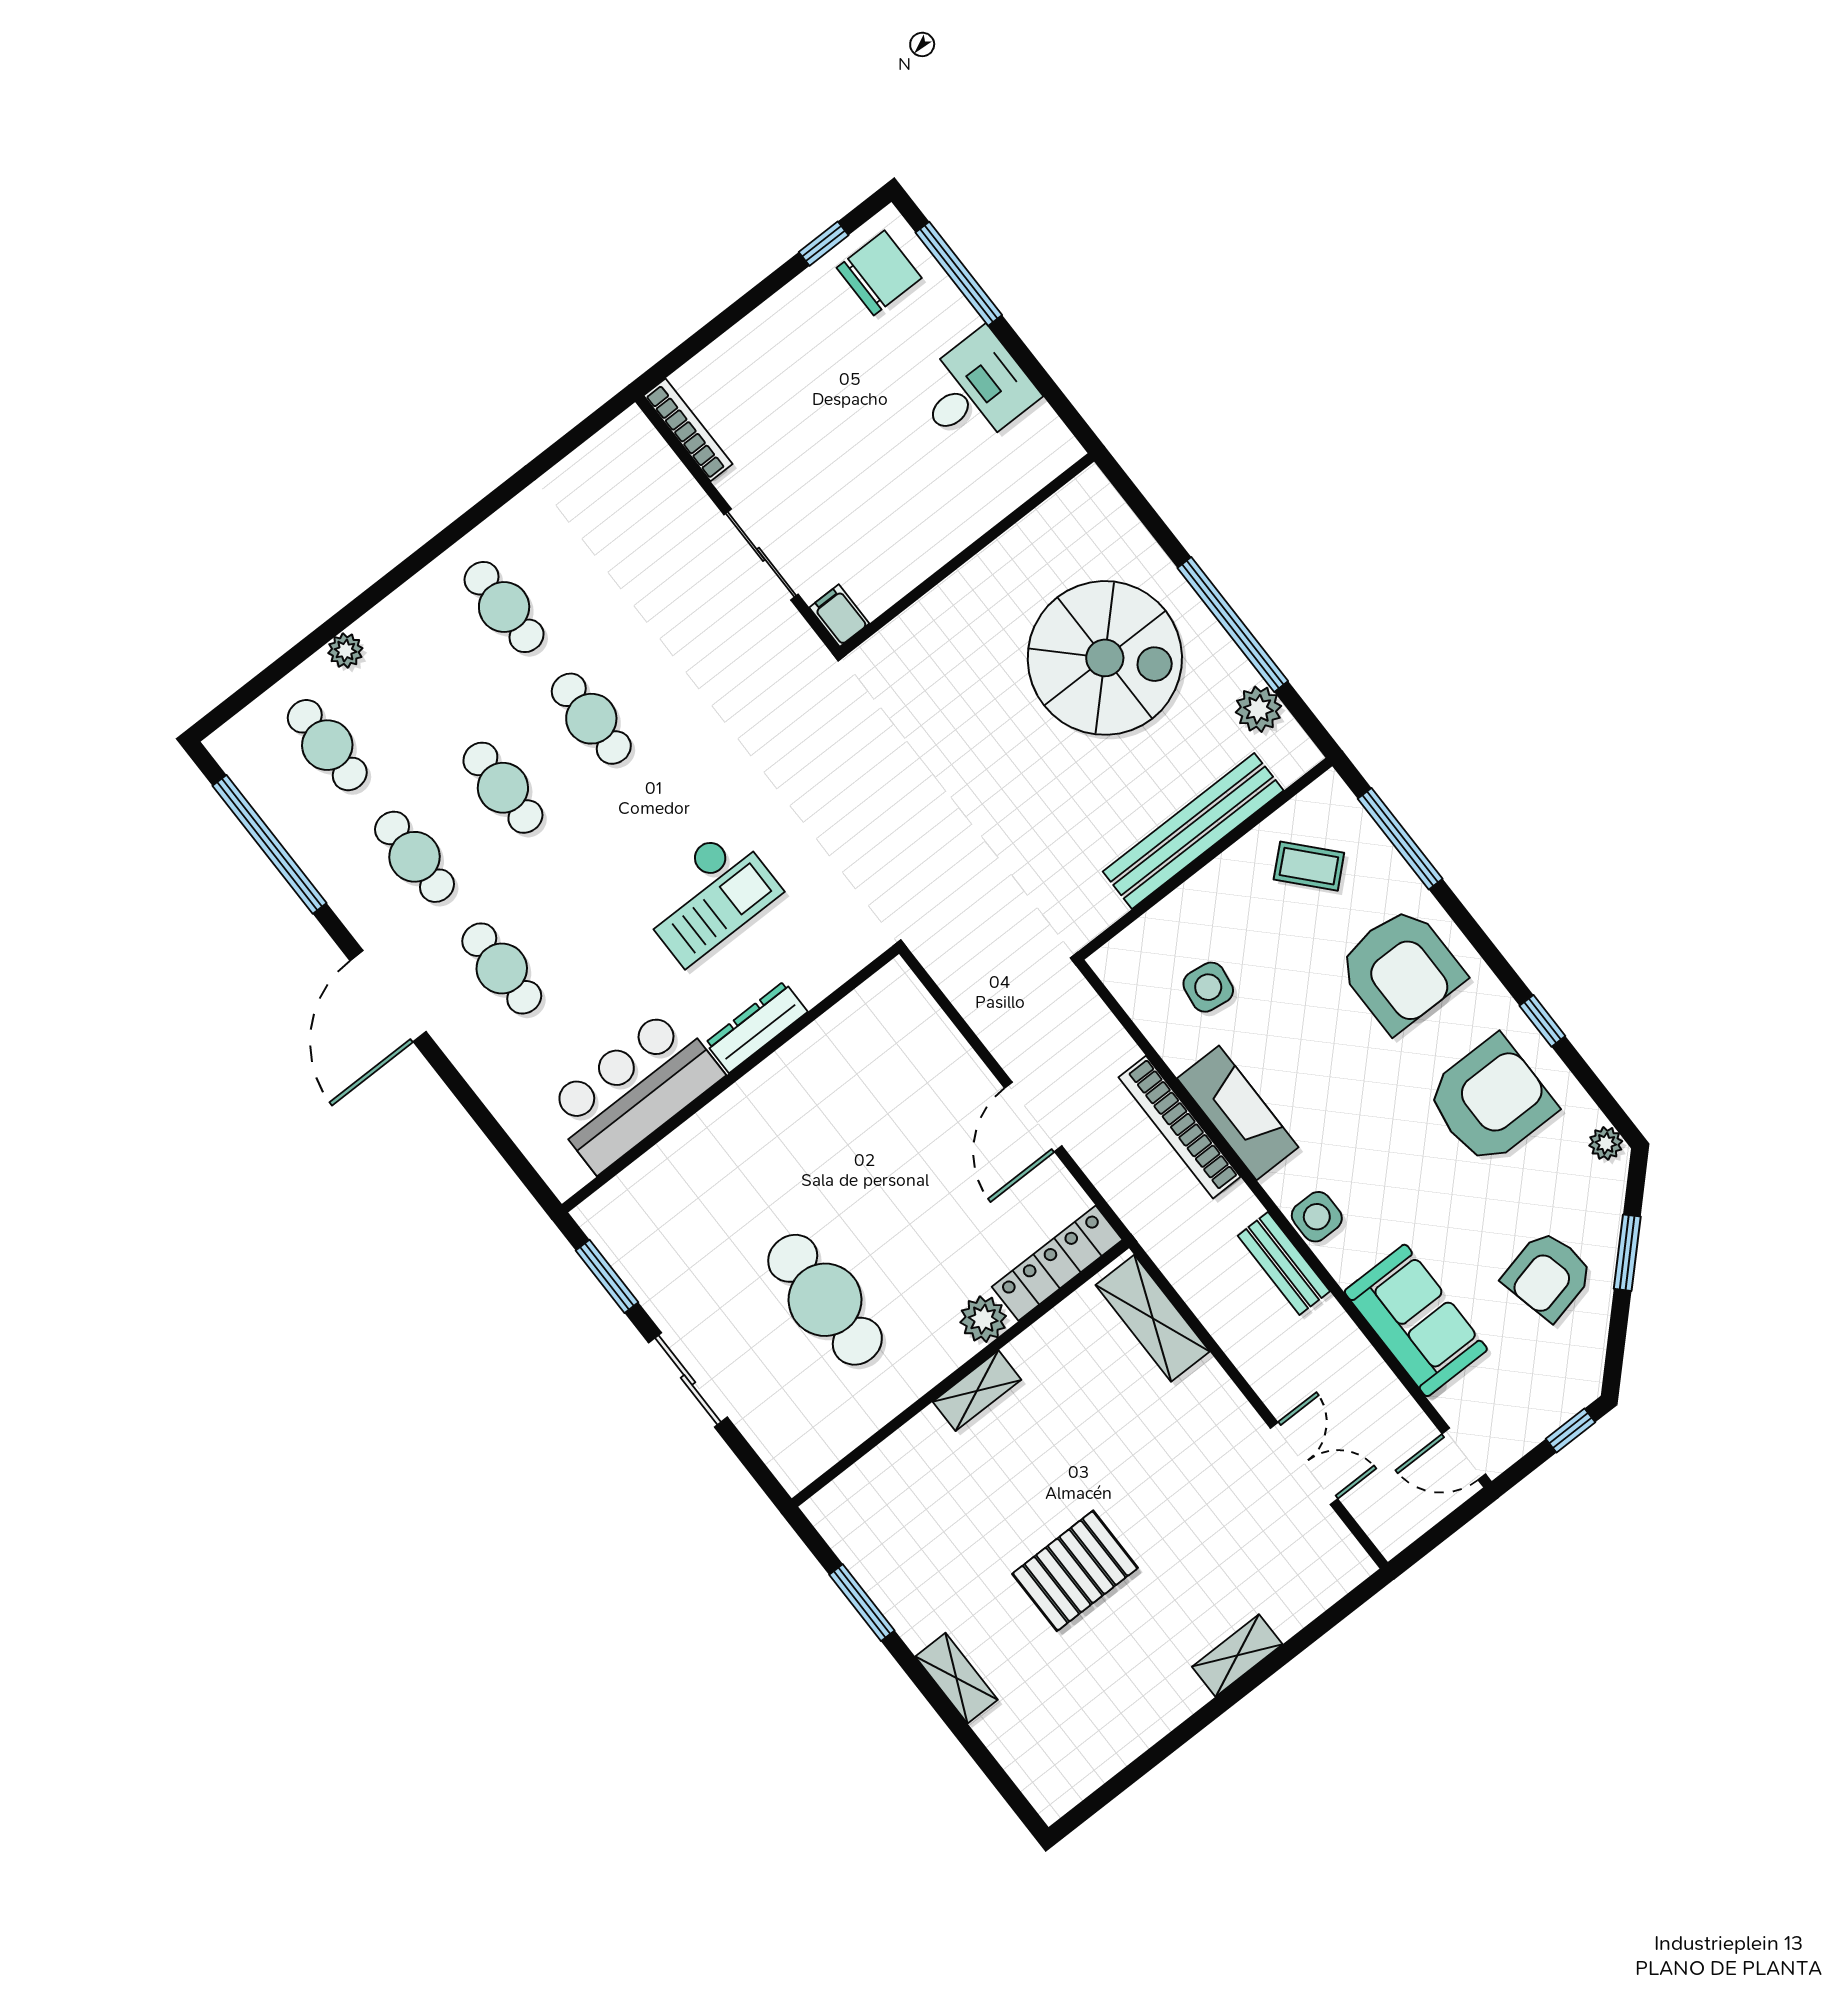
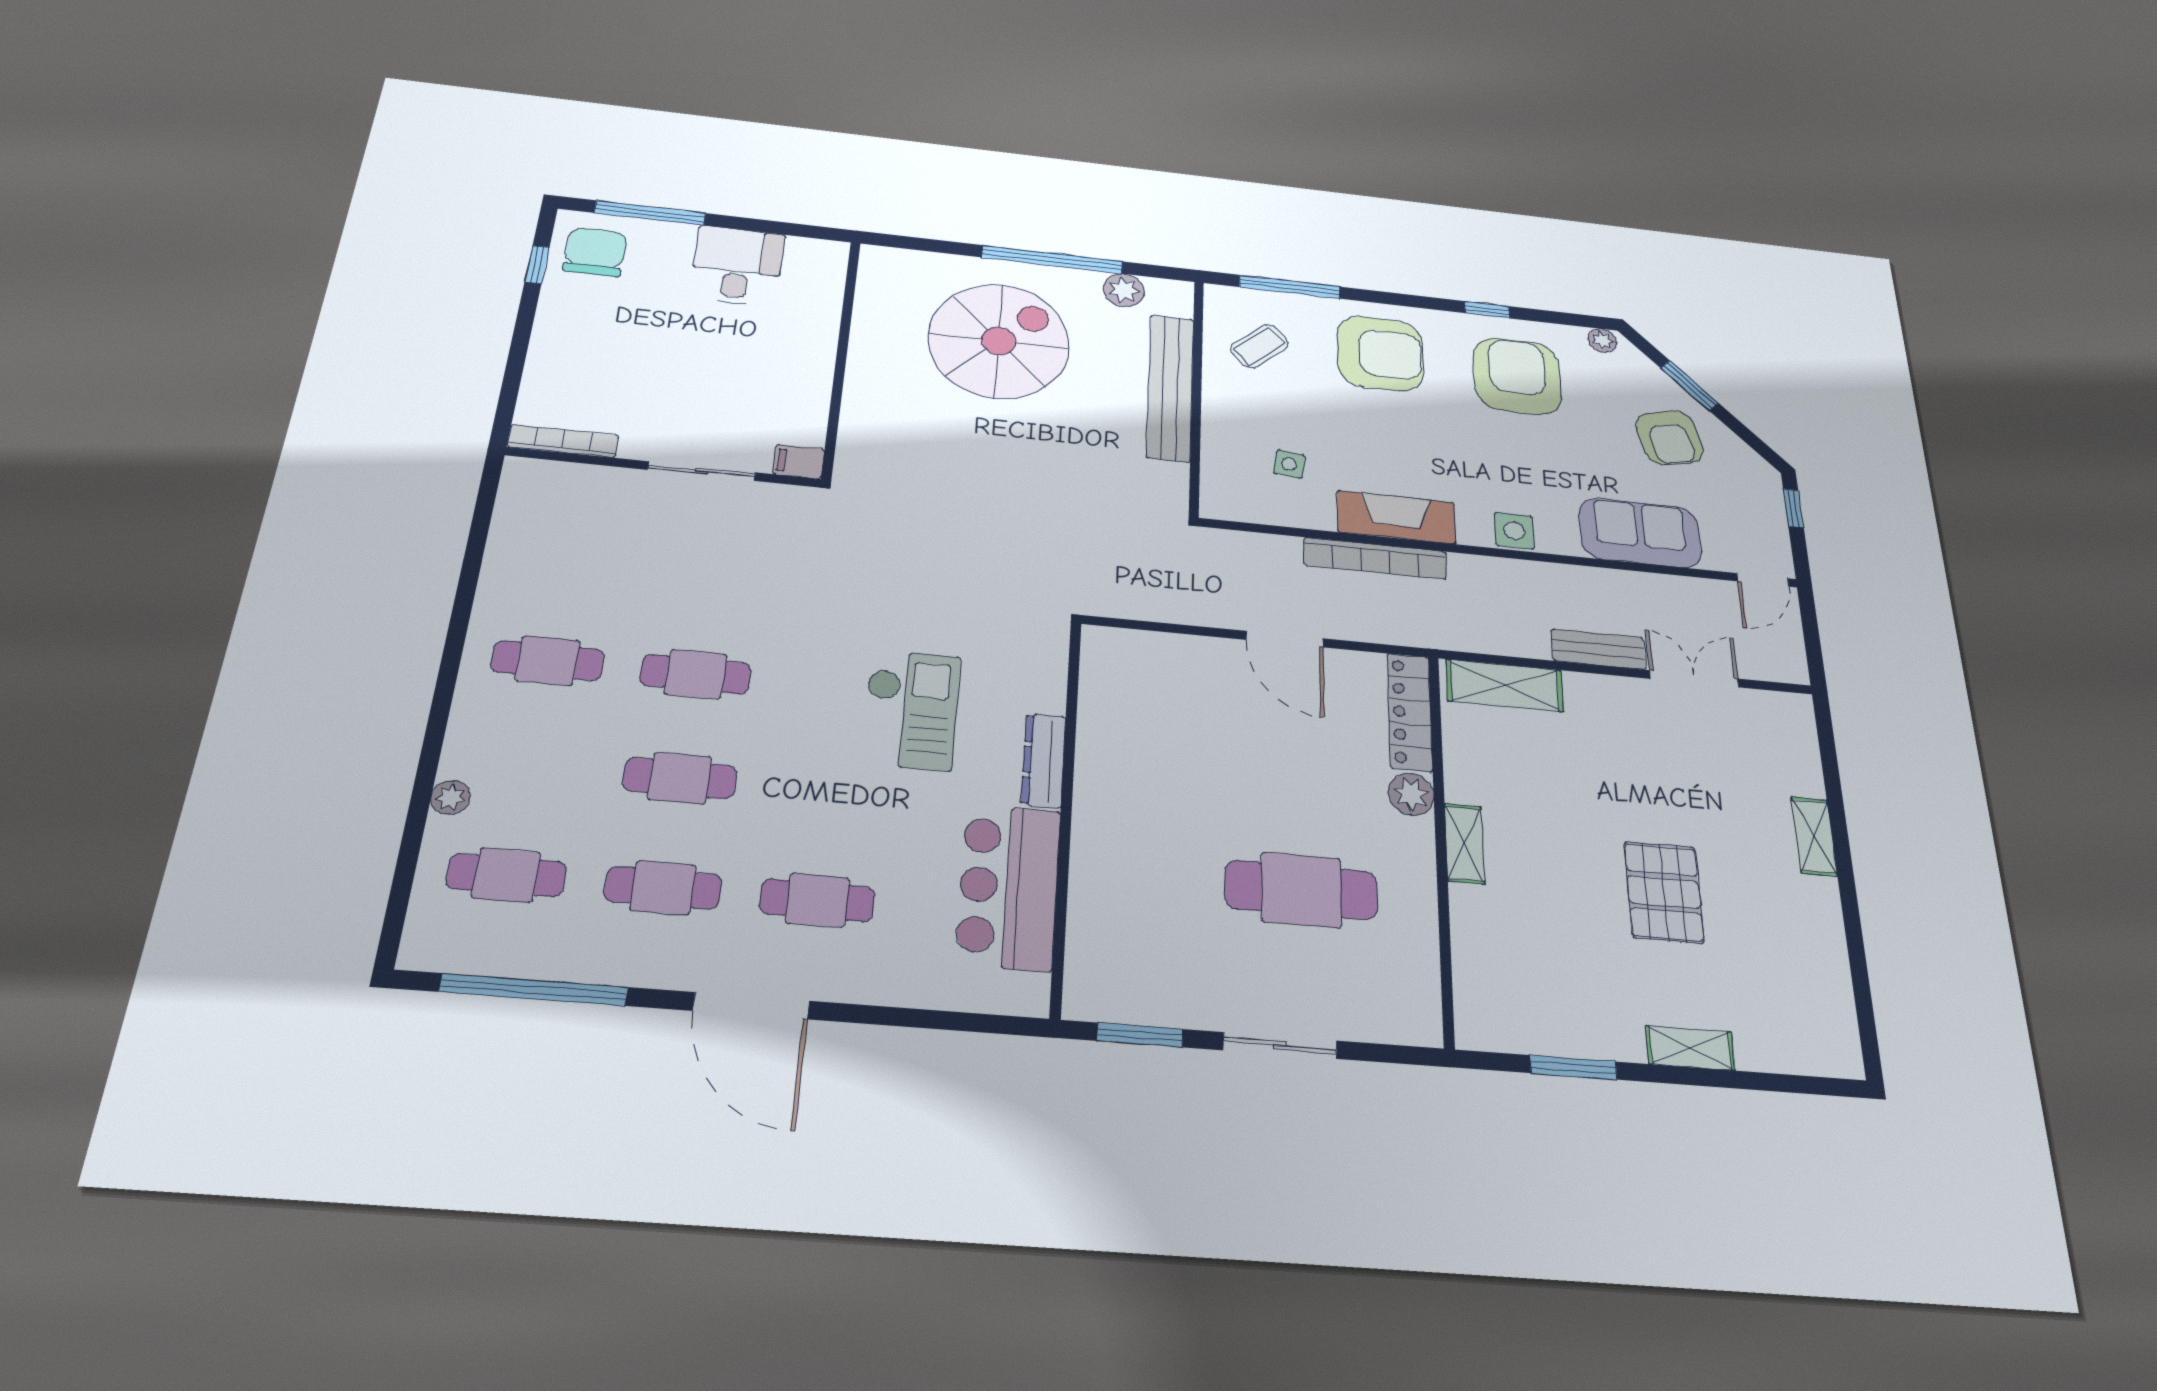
side table: (1208, 987) -> (1289, 464), width x0.73, depth x0.73
bench: (1284, 1263) -> (1599, 649), moved

